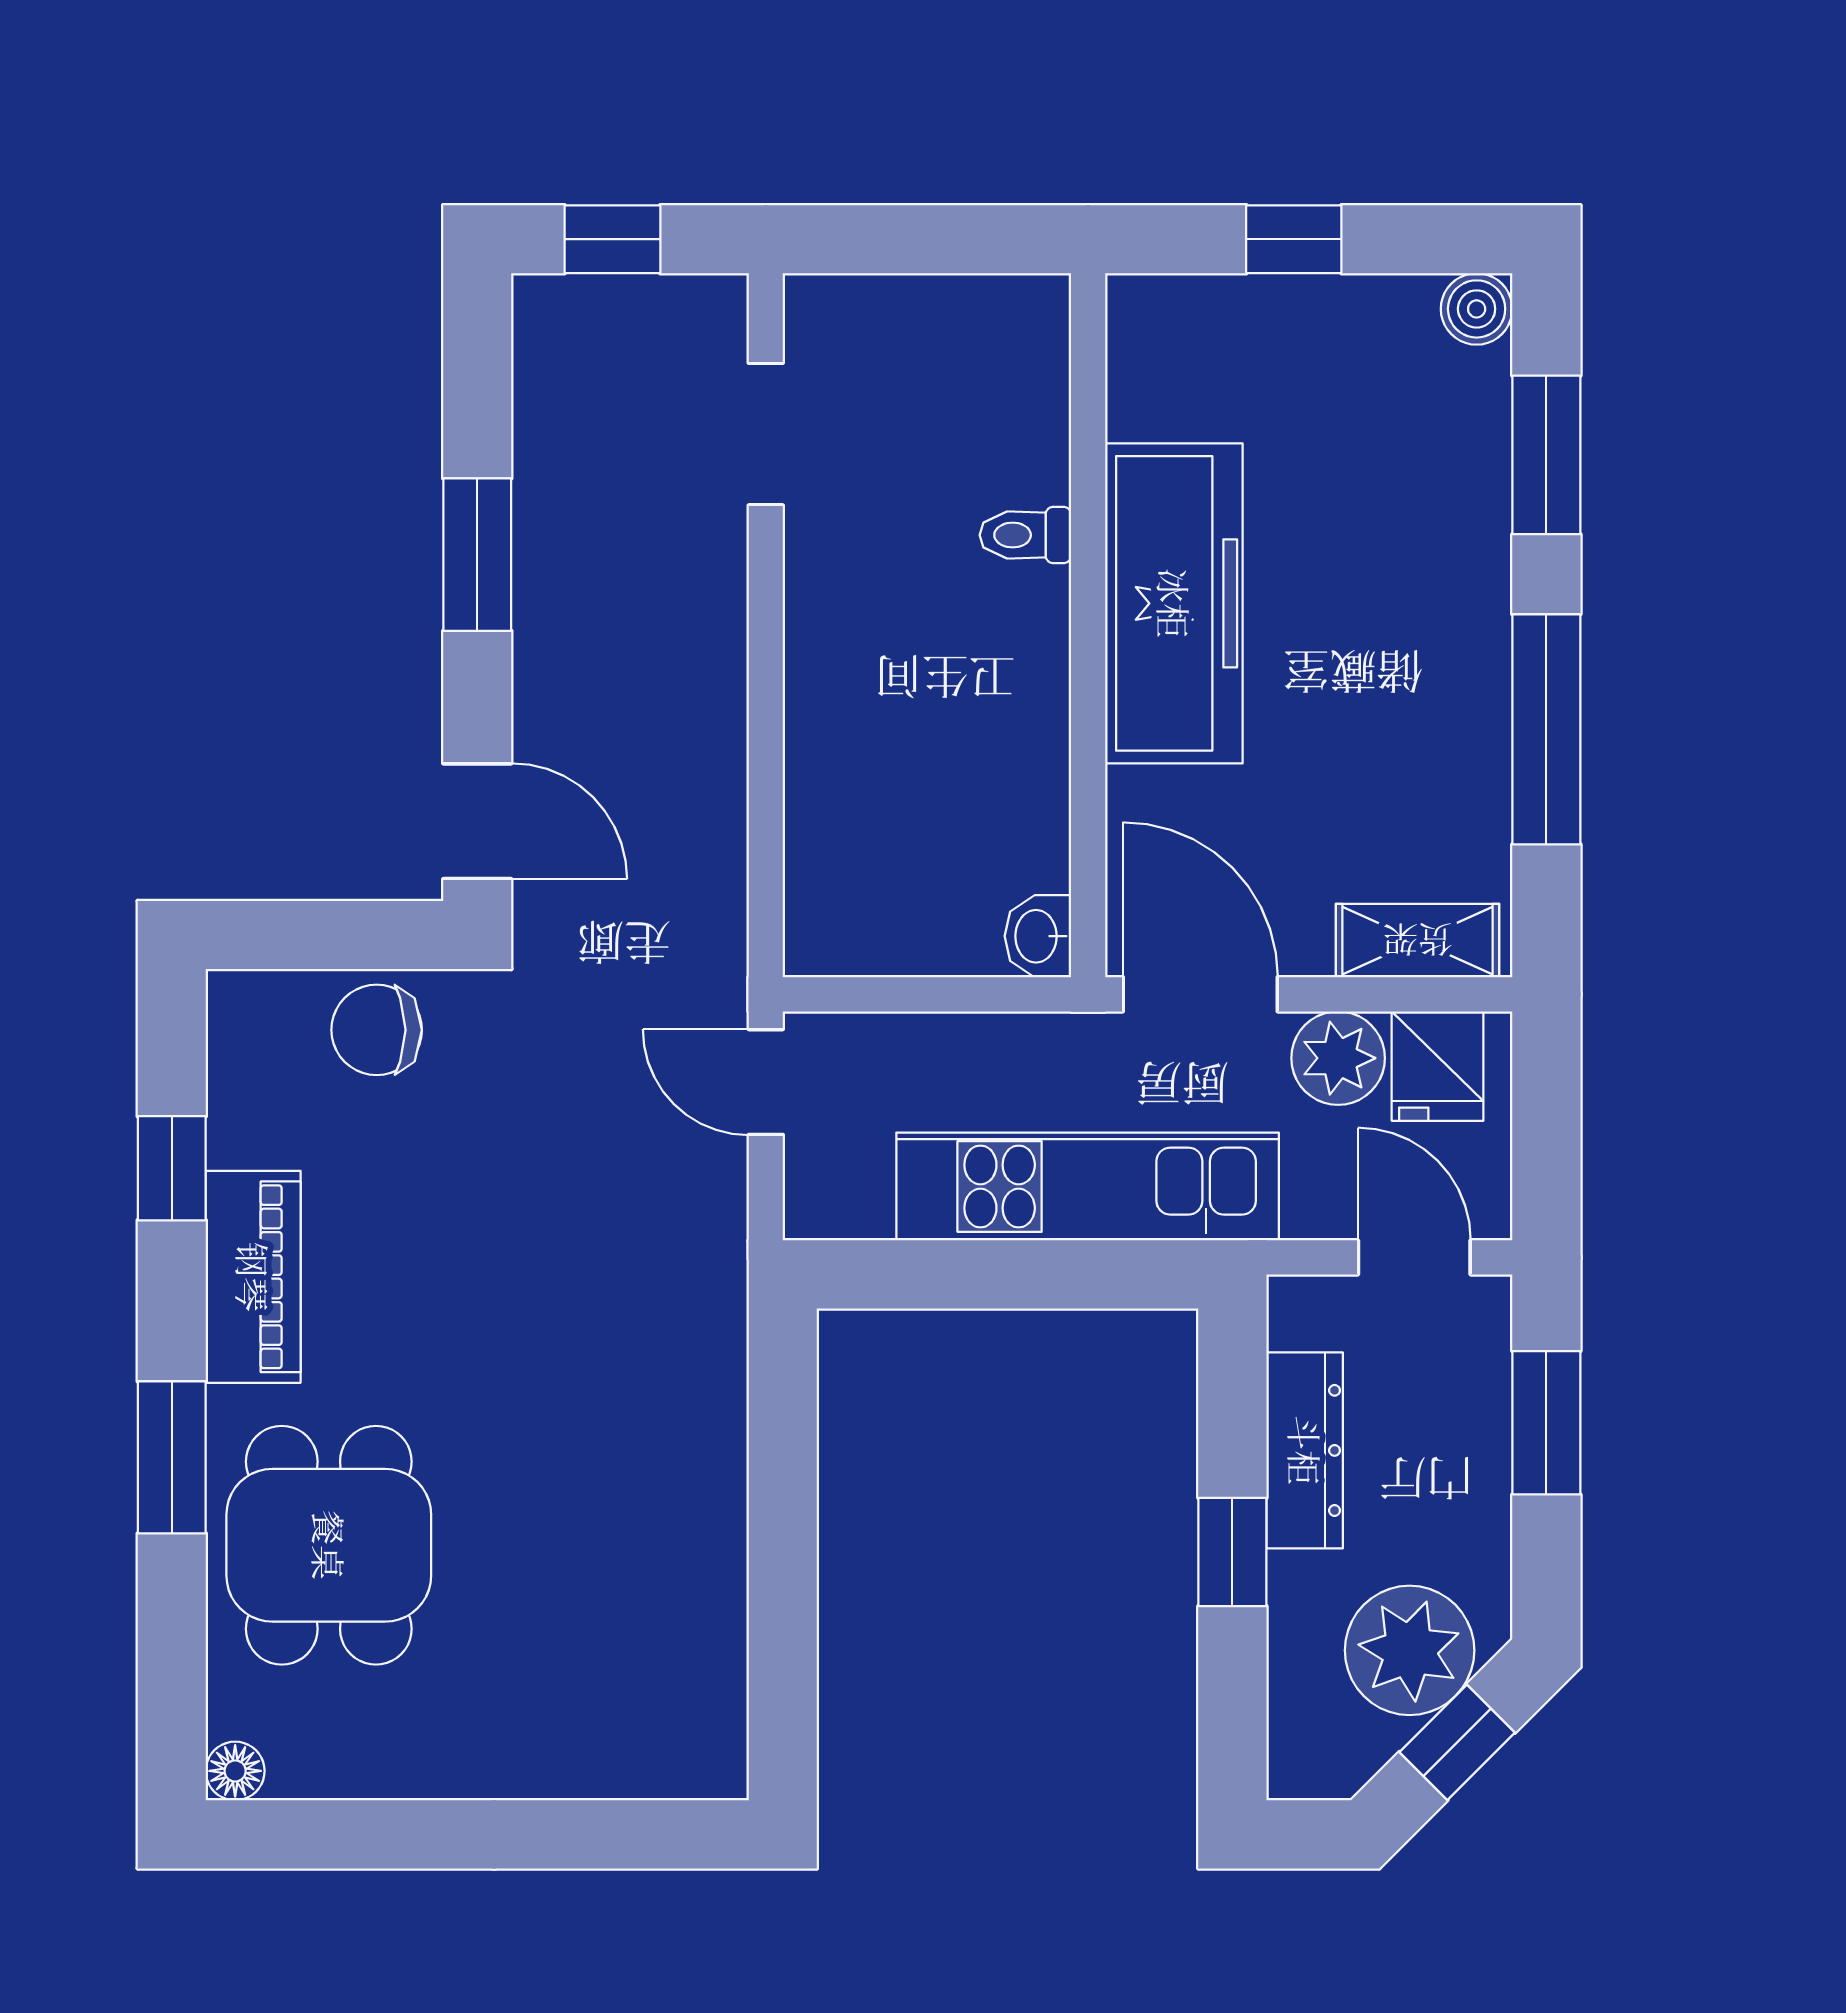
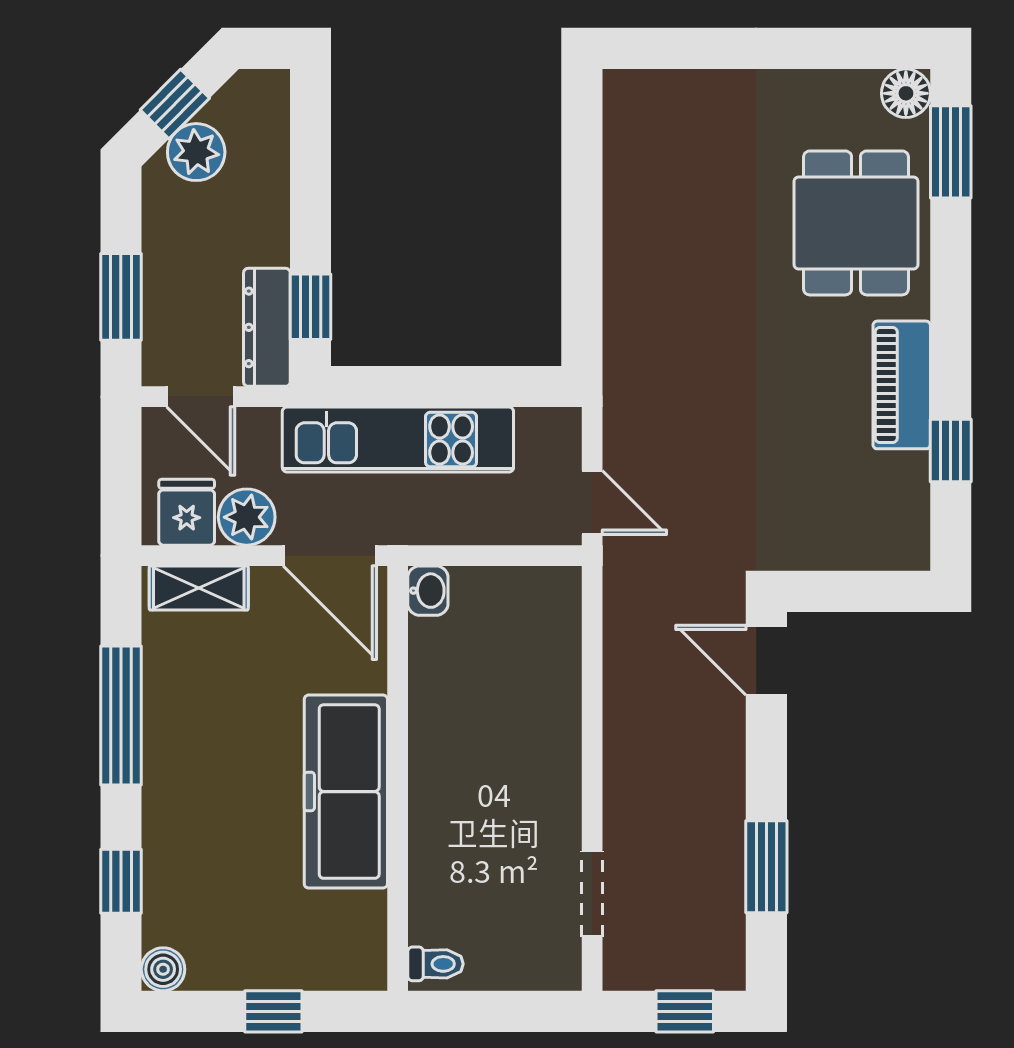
window: (1546, 455) -> (121, 881), width x0.67
toilet: (1025, 535) -> (435, 964), moved
window: (477, 555) -> (766, 867), moved
chair: (377, 1030) -> (827, 534), removed
dresser: (1305, 1450) -> (267, 327), moved
window: (172, 1457) -> (951, 152), moved
window: (1232, 1552) -> (311, 307), moved
plant: (1410, 1650) -> (196, 152), width x0.73, depth x0.73
floor lamp: (235, 1771) -> (906, 93), width x1.37, depth x1.37

